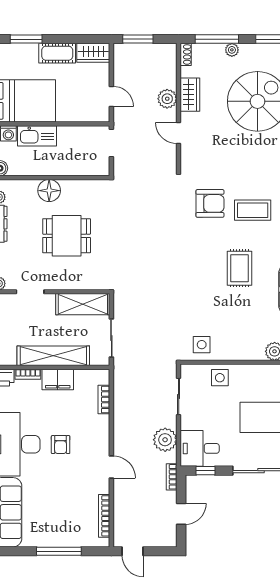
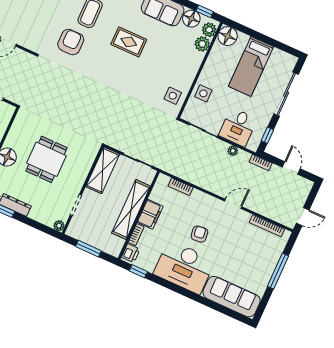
plant: (165, 440) -> (233, 151), width x0.53, depth x0.53
armchair: (61, 445) -> (199, 234), turned -97
desk: (200, 448) -> (238, 127), moved

